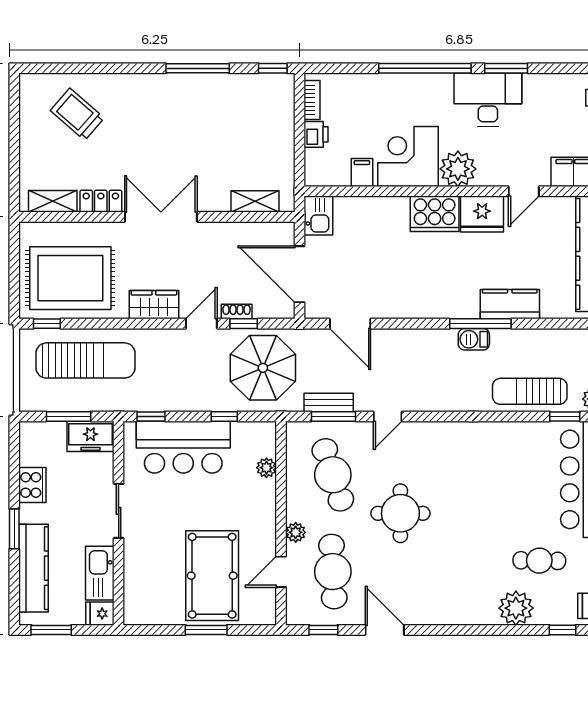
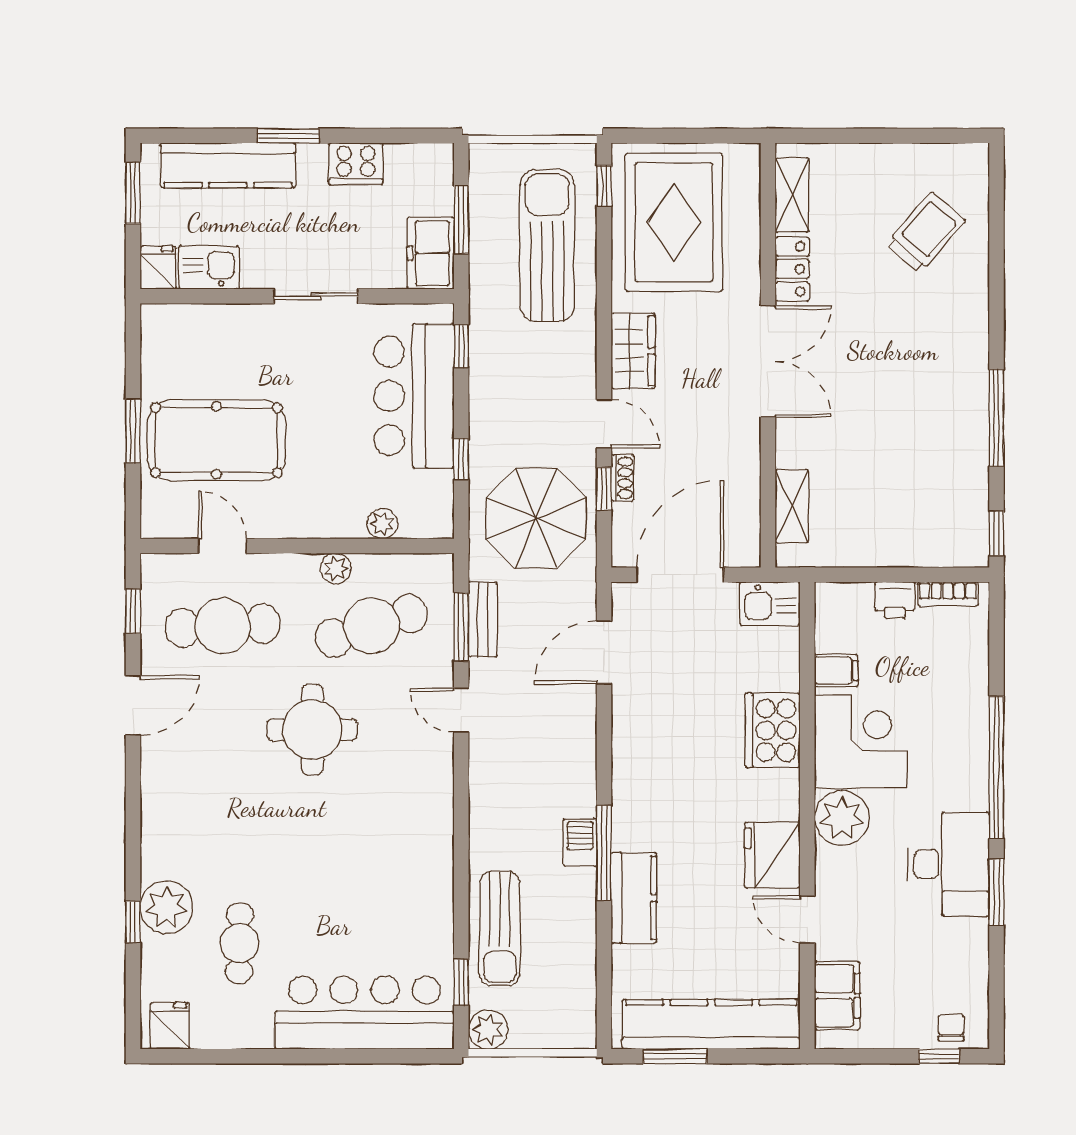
cooker: (435, 214) -> (773, 730), moved
sun lounger: (85, 360) -> (547, 245), turned 180
sun lounger: (530, 391) -> (500, 929), turned 180
plant: (296, 532) -> (336, 568), moved
kitchen sink: (100, 573) -> (209, 267), width x0.73
window: (563, 630) -> (133, 922), moved

